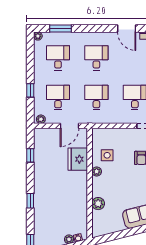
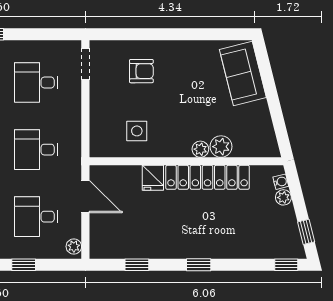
fridge: (78, 159) -> (153, 178), width x0.53, depth x0.75
plant: (97, 171) -> (200, 149), moved
locker: (81, 196) -> (208, 177), added
window: (30, 201) -> (199, 265), moved

